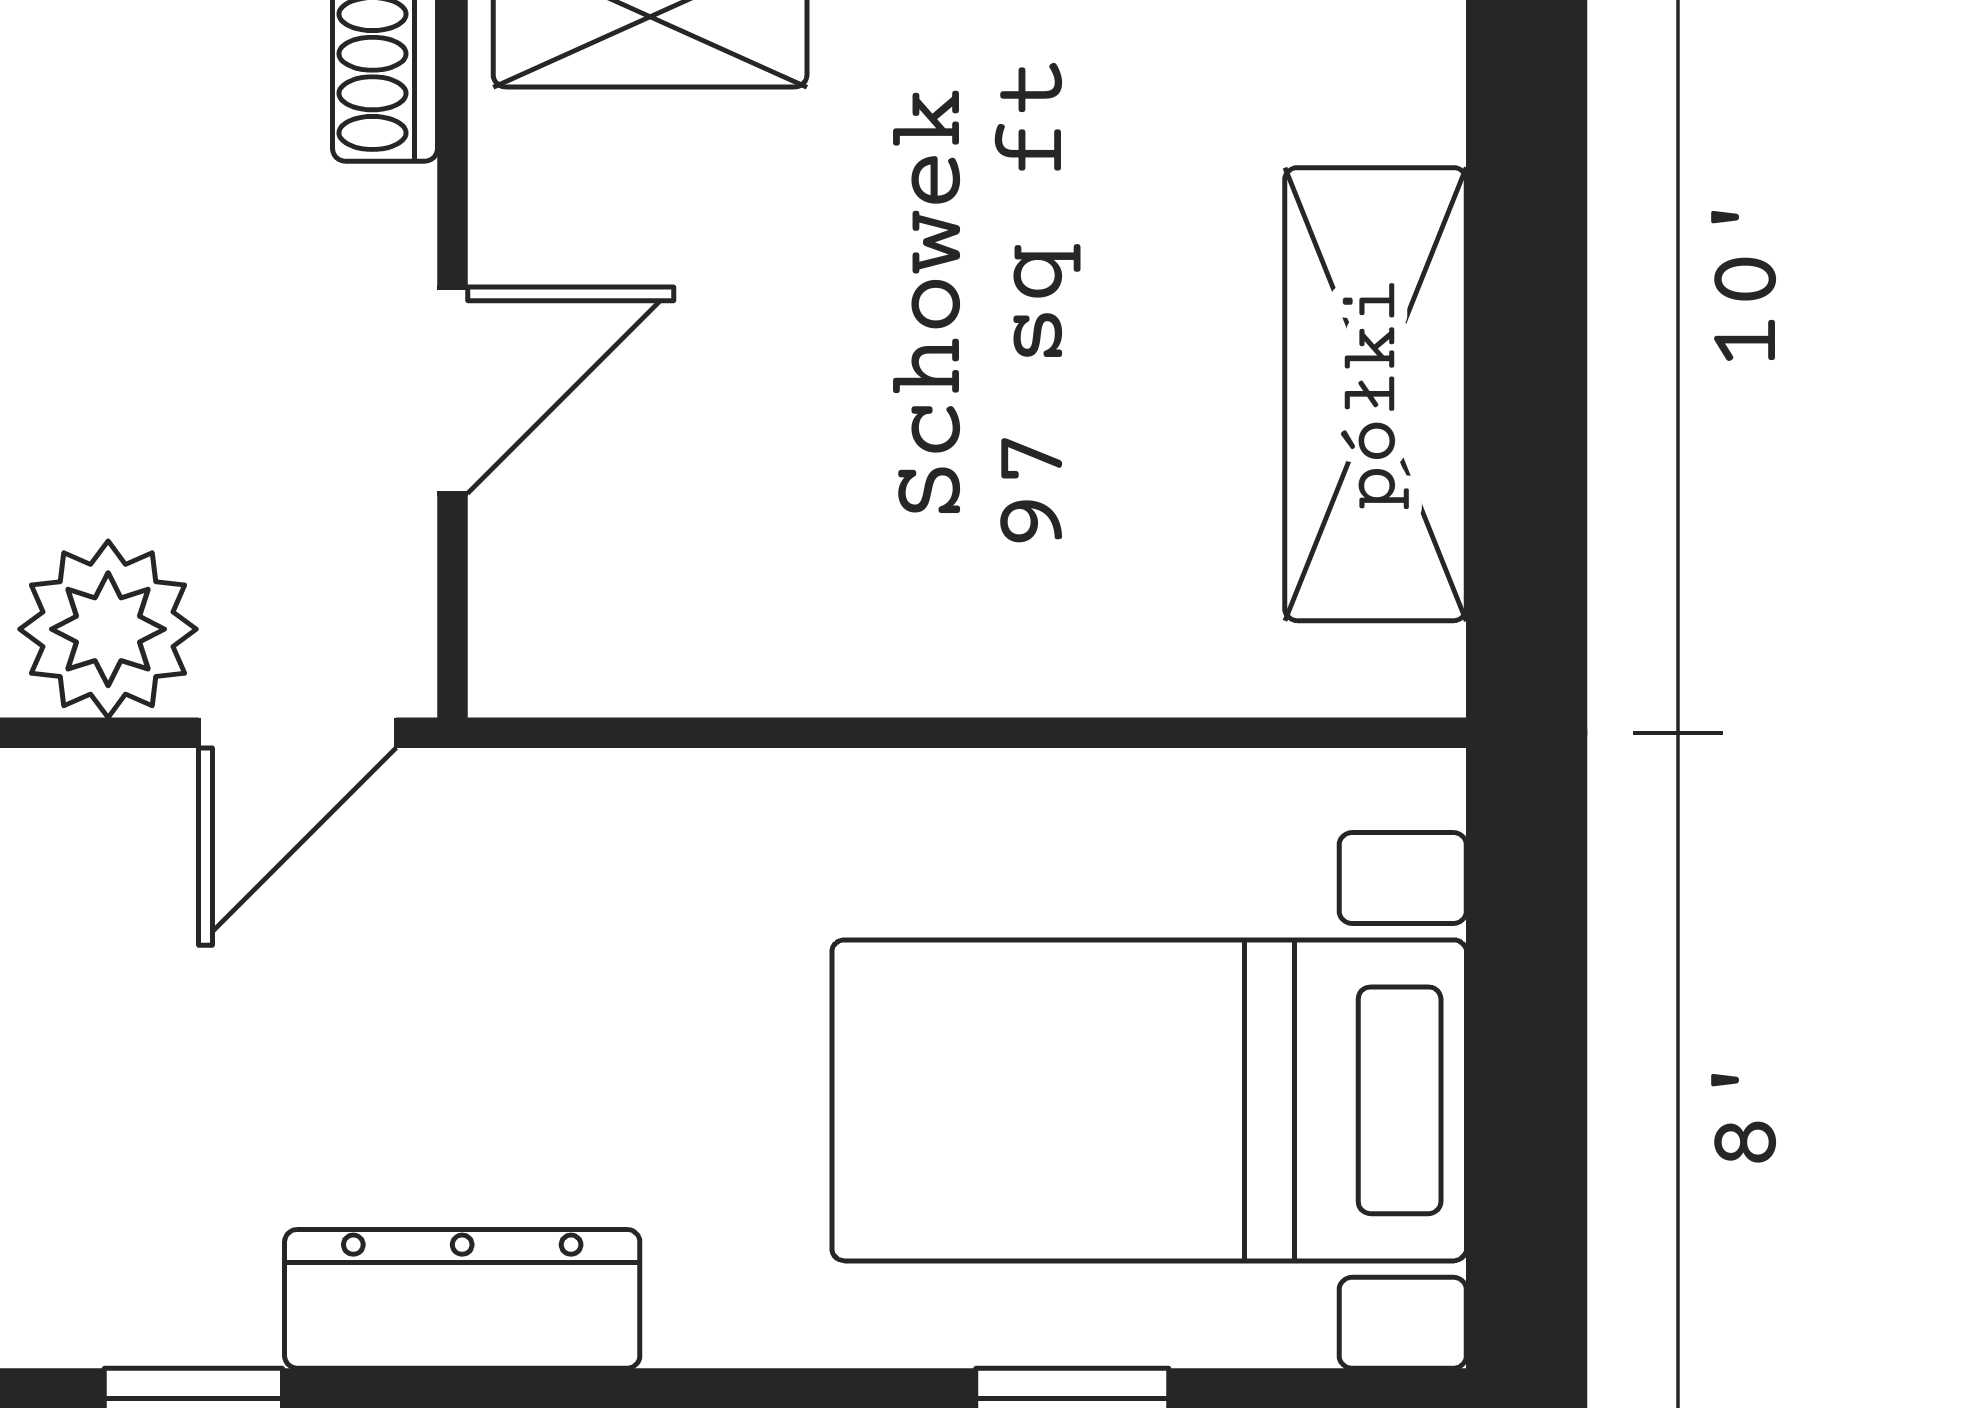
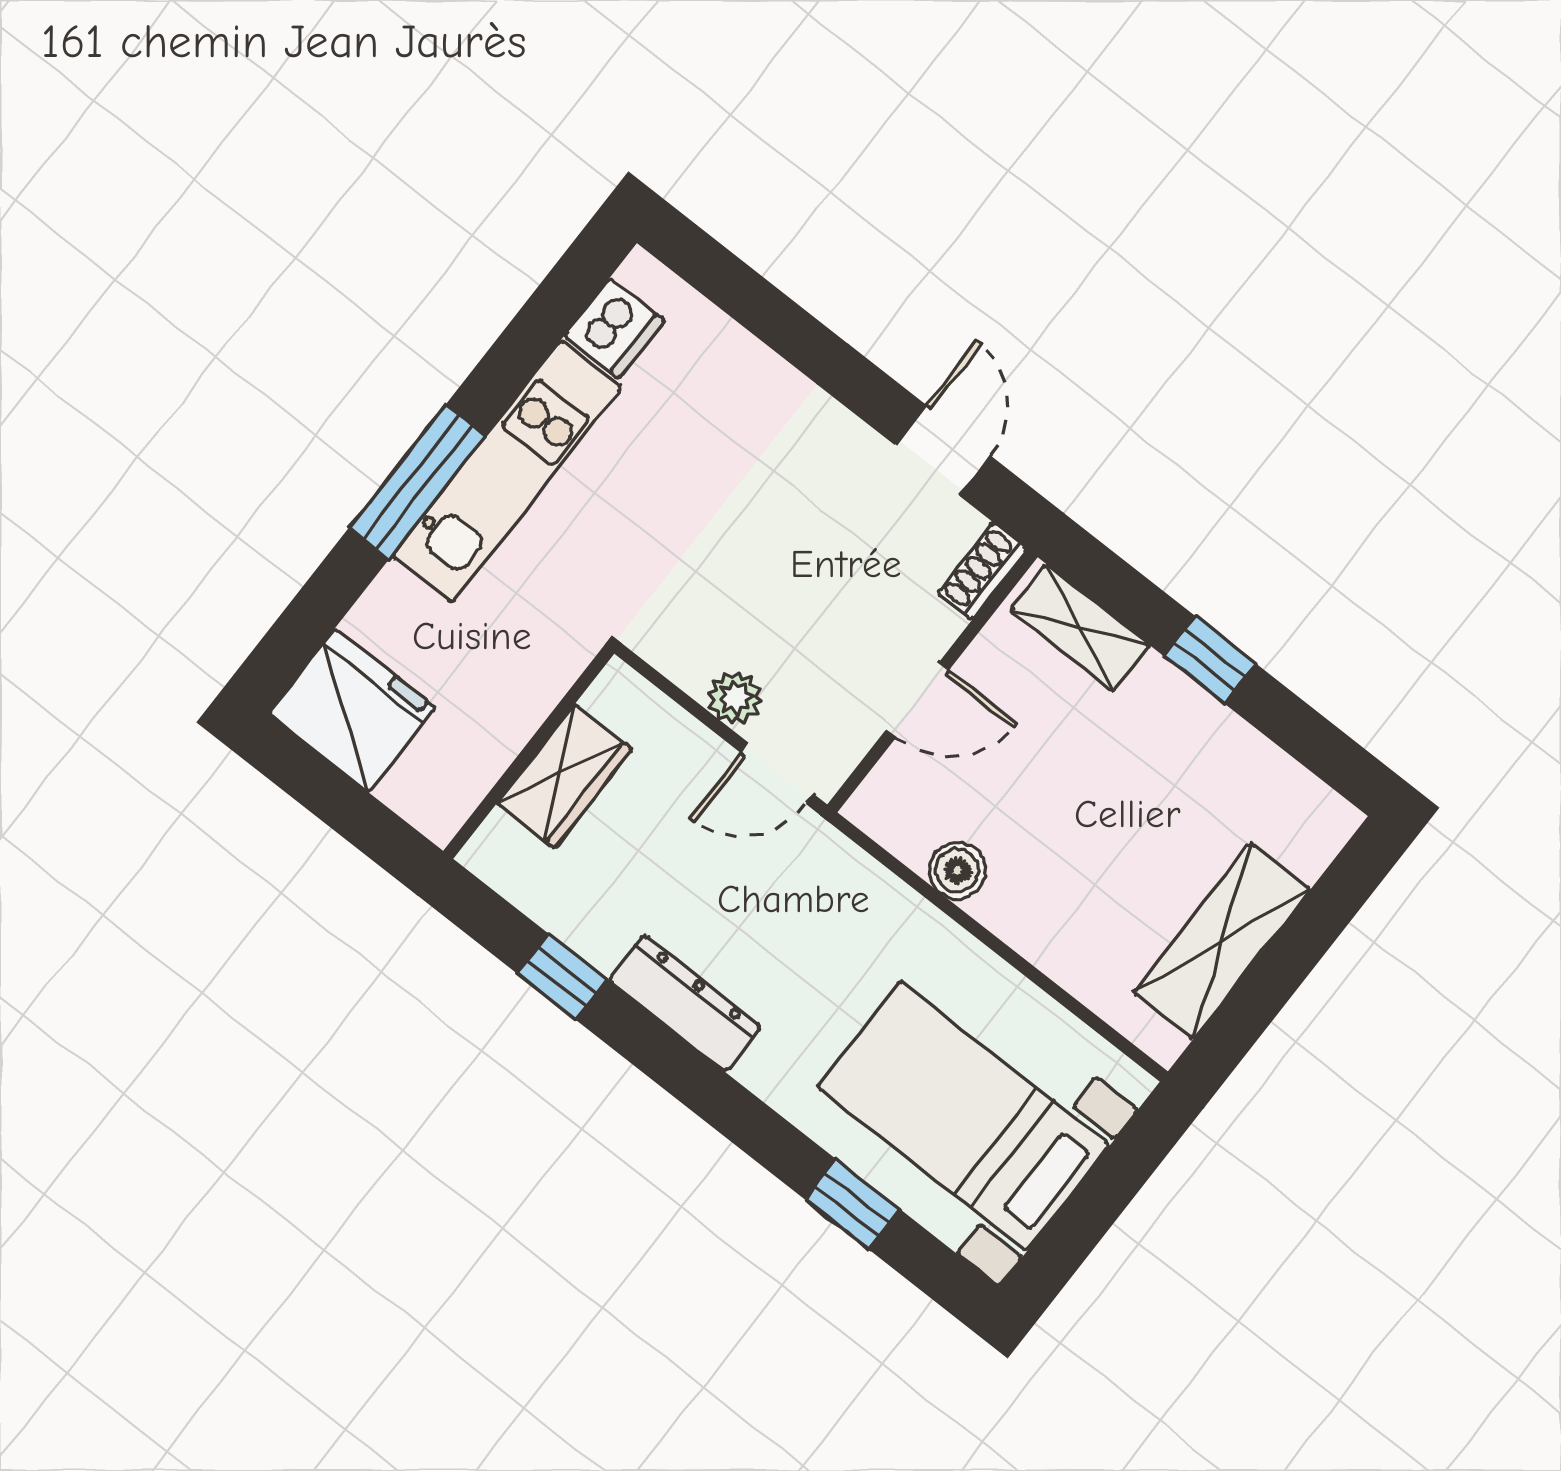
plant: (108, 629) -> (735, 698), width x0.73, depth x0.73
boiler: (777, 650) -> (957, 871), added

